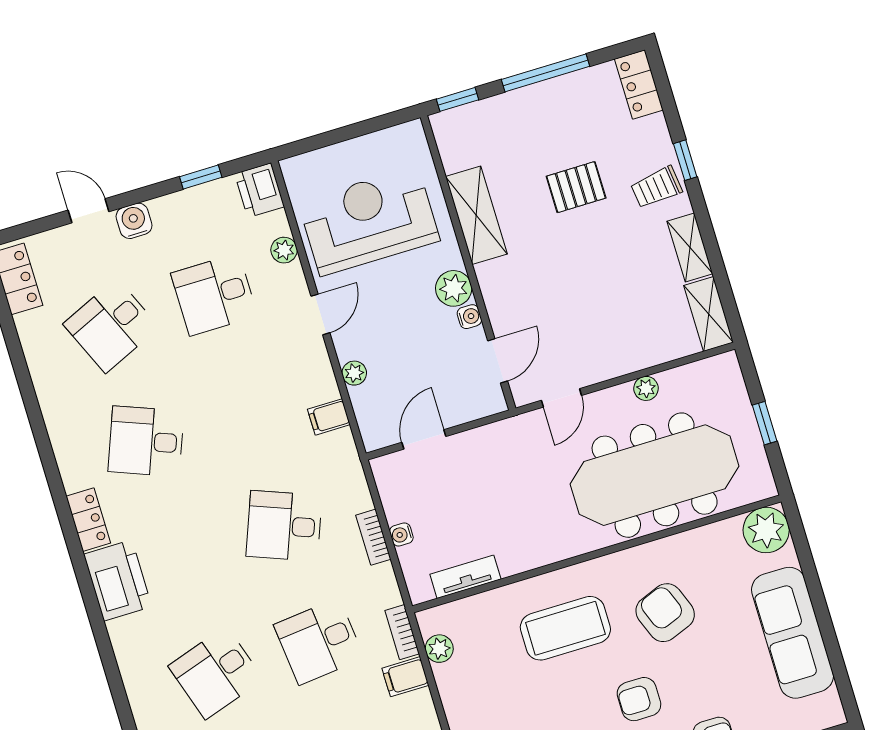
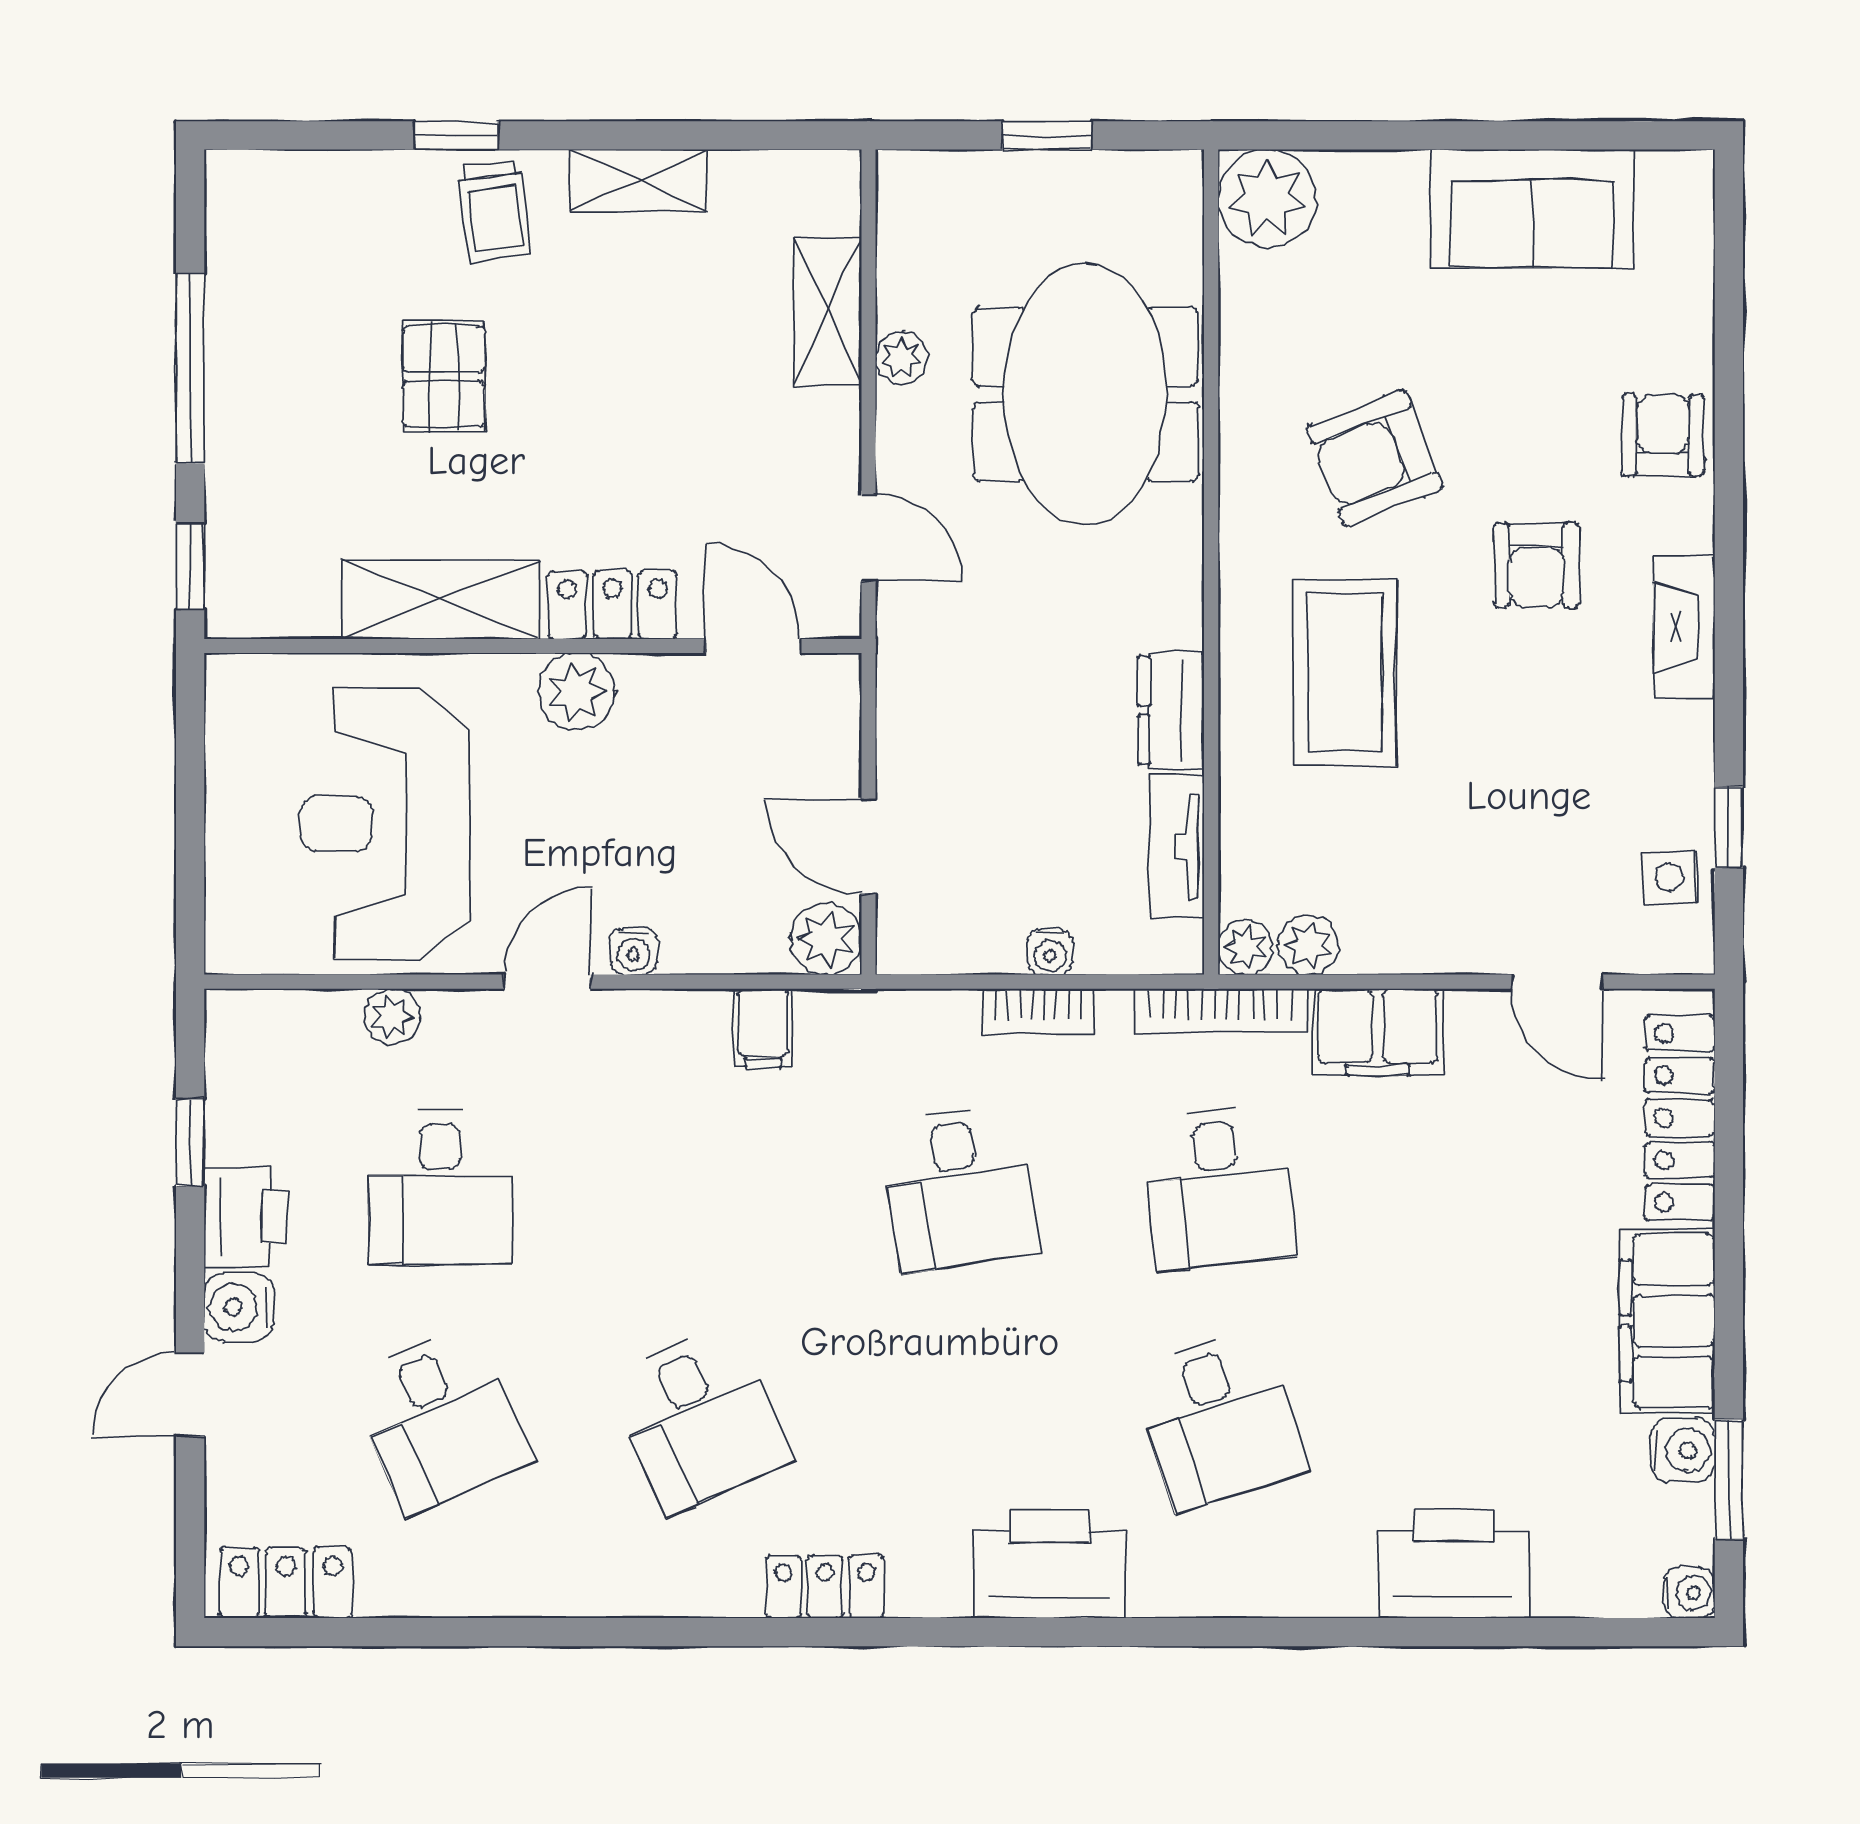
locker: (639, 85) -> (612, 605), moved, turned 180
printer: (260, 190) -> (245, 1217), moved, turned -90
door: (320, 314) -> (547, 982), hinge flipped
shelving: (709, 314) -> (828, 311), moved, turned 90
water cooler: (469, 317) -> (633, 951), moved, turned 180
plant: (354, 373) -> (826, 939), moved, width x1.38, depth x1.38
desk: (146, 441) -> (700, 1419), turned -45
meeting table: (655, 475) -> (1085, 394), width x0.73
desk: (284, 526) -> (959, 1188), turned -30
dresser: (525, 556) -> (1171, 710), added
printer: (118, 580) -> (1049, 1564), moved
plant: (430, 621) -> (1246, 947), added
bookcase: (402, 632) -> (1220, 1011), width x1.56
sofa: (792, 633) -> (1532, 208), width x0.73
filing cabinet: (405, 677) -> (1378, 1032), width x2.00

